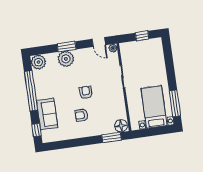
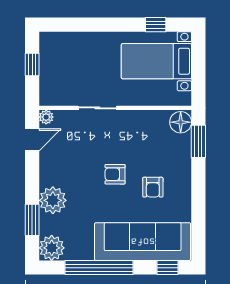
window: (67, 47) -> (32, 220), moved
window: (175, 103) -> (156, 25), width x0.46
sofa: (47, 114) -> (143, 242), width x1.85, depth x1.27

